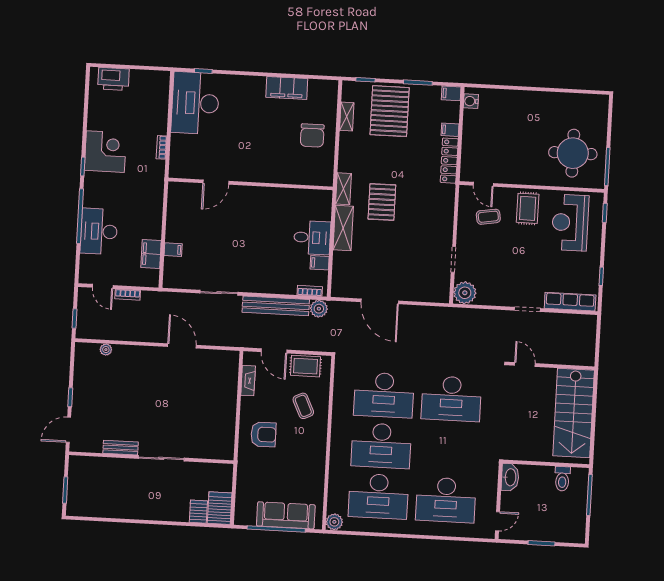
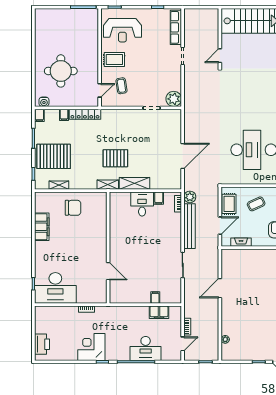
round table: (573, 153) -> (61, 71), moved
desk: (451, 399) -> (246, 104), removed

